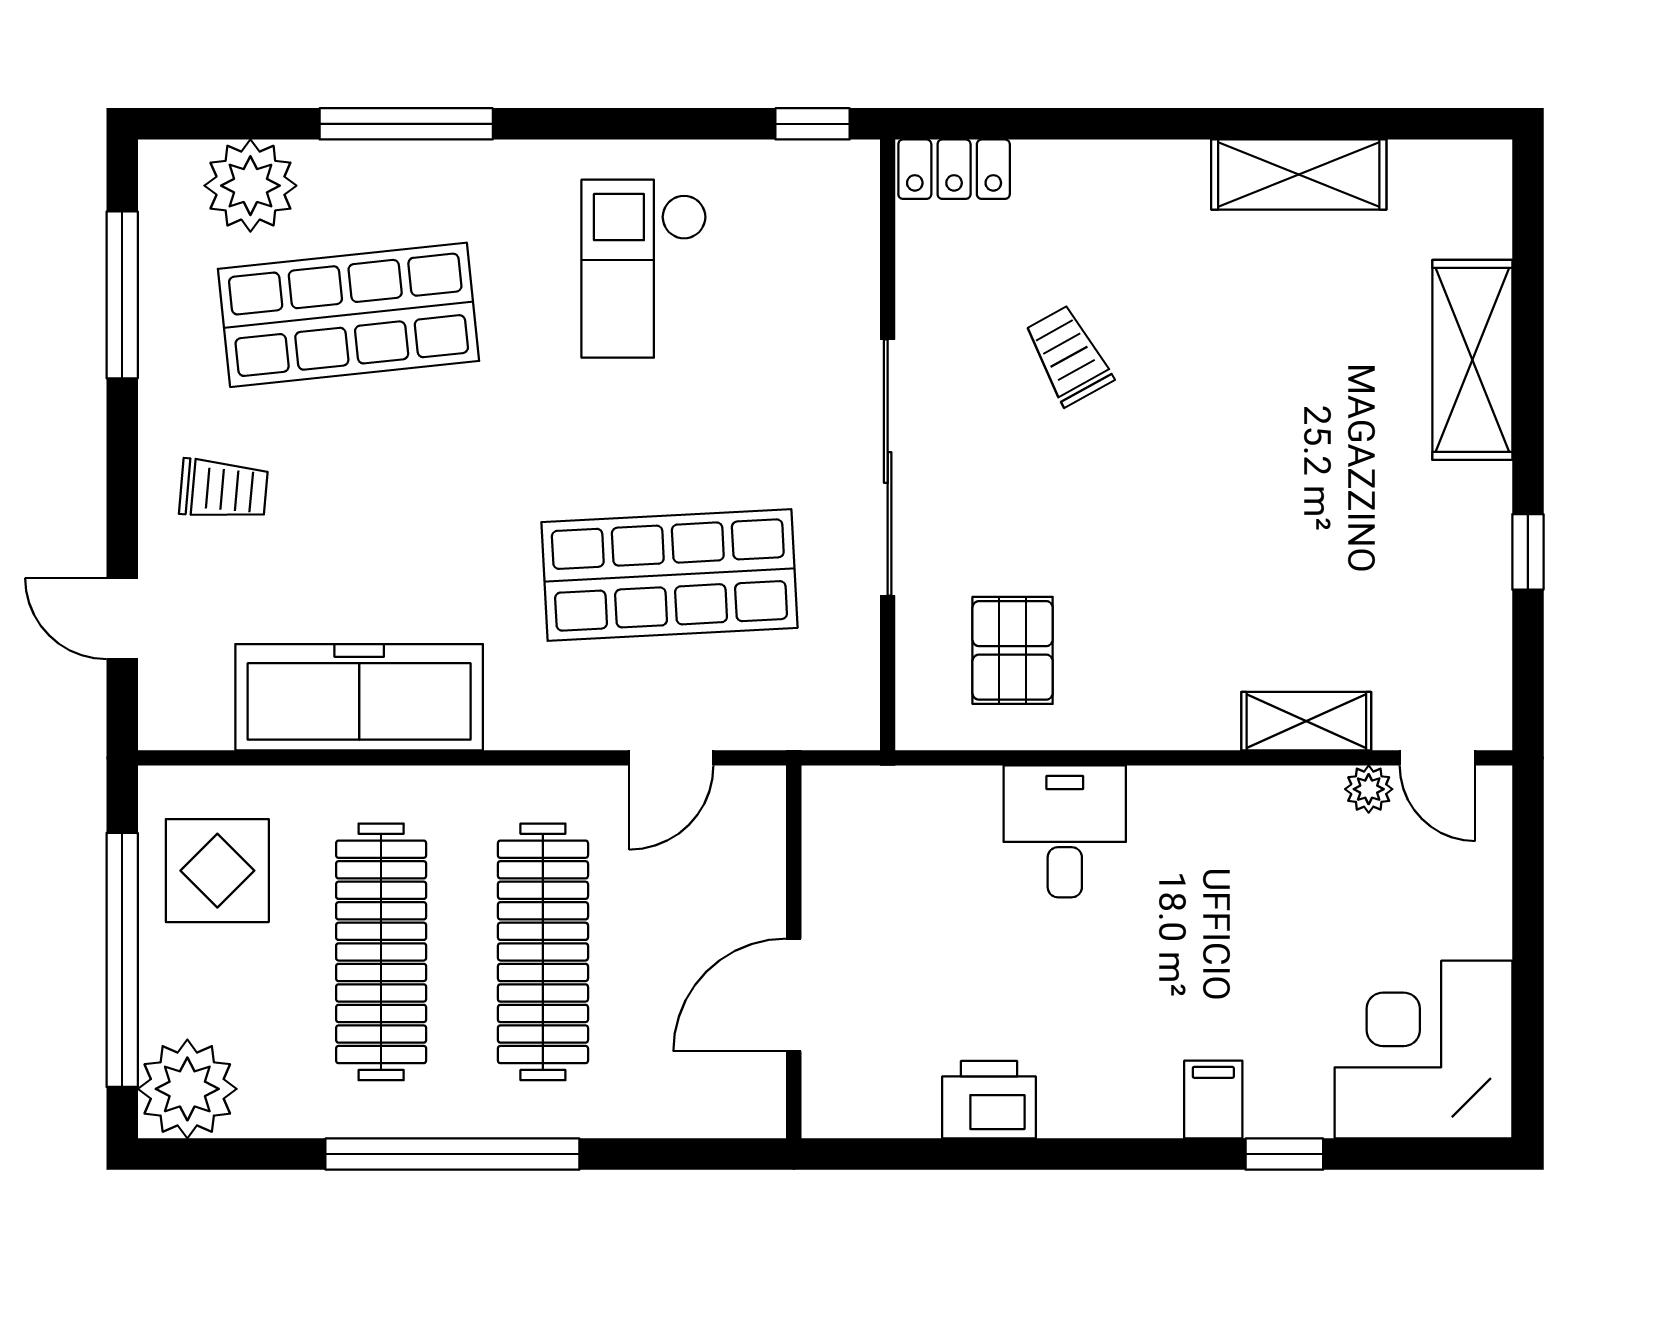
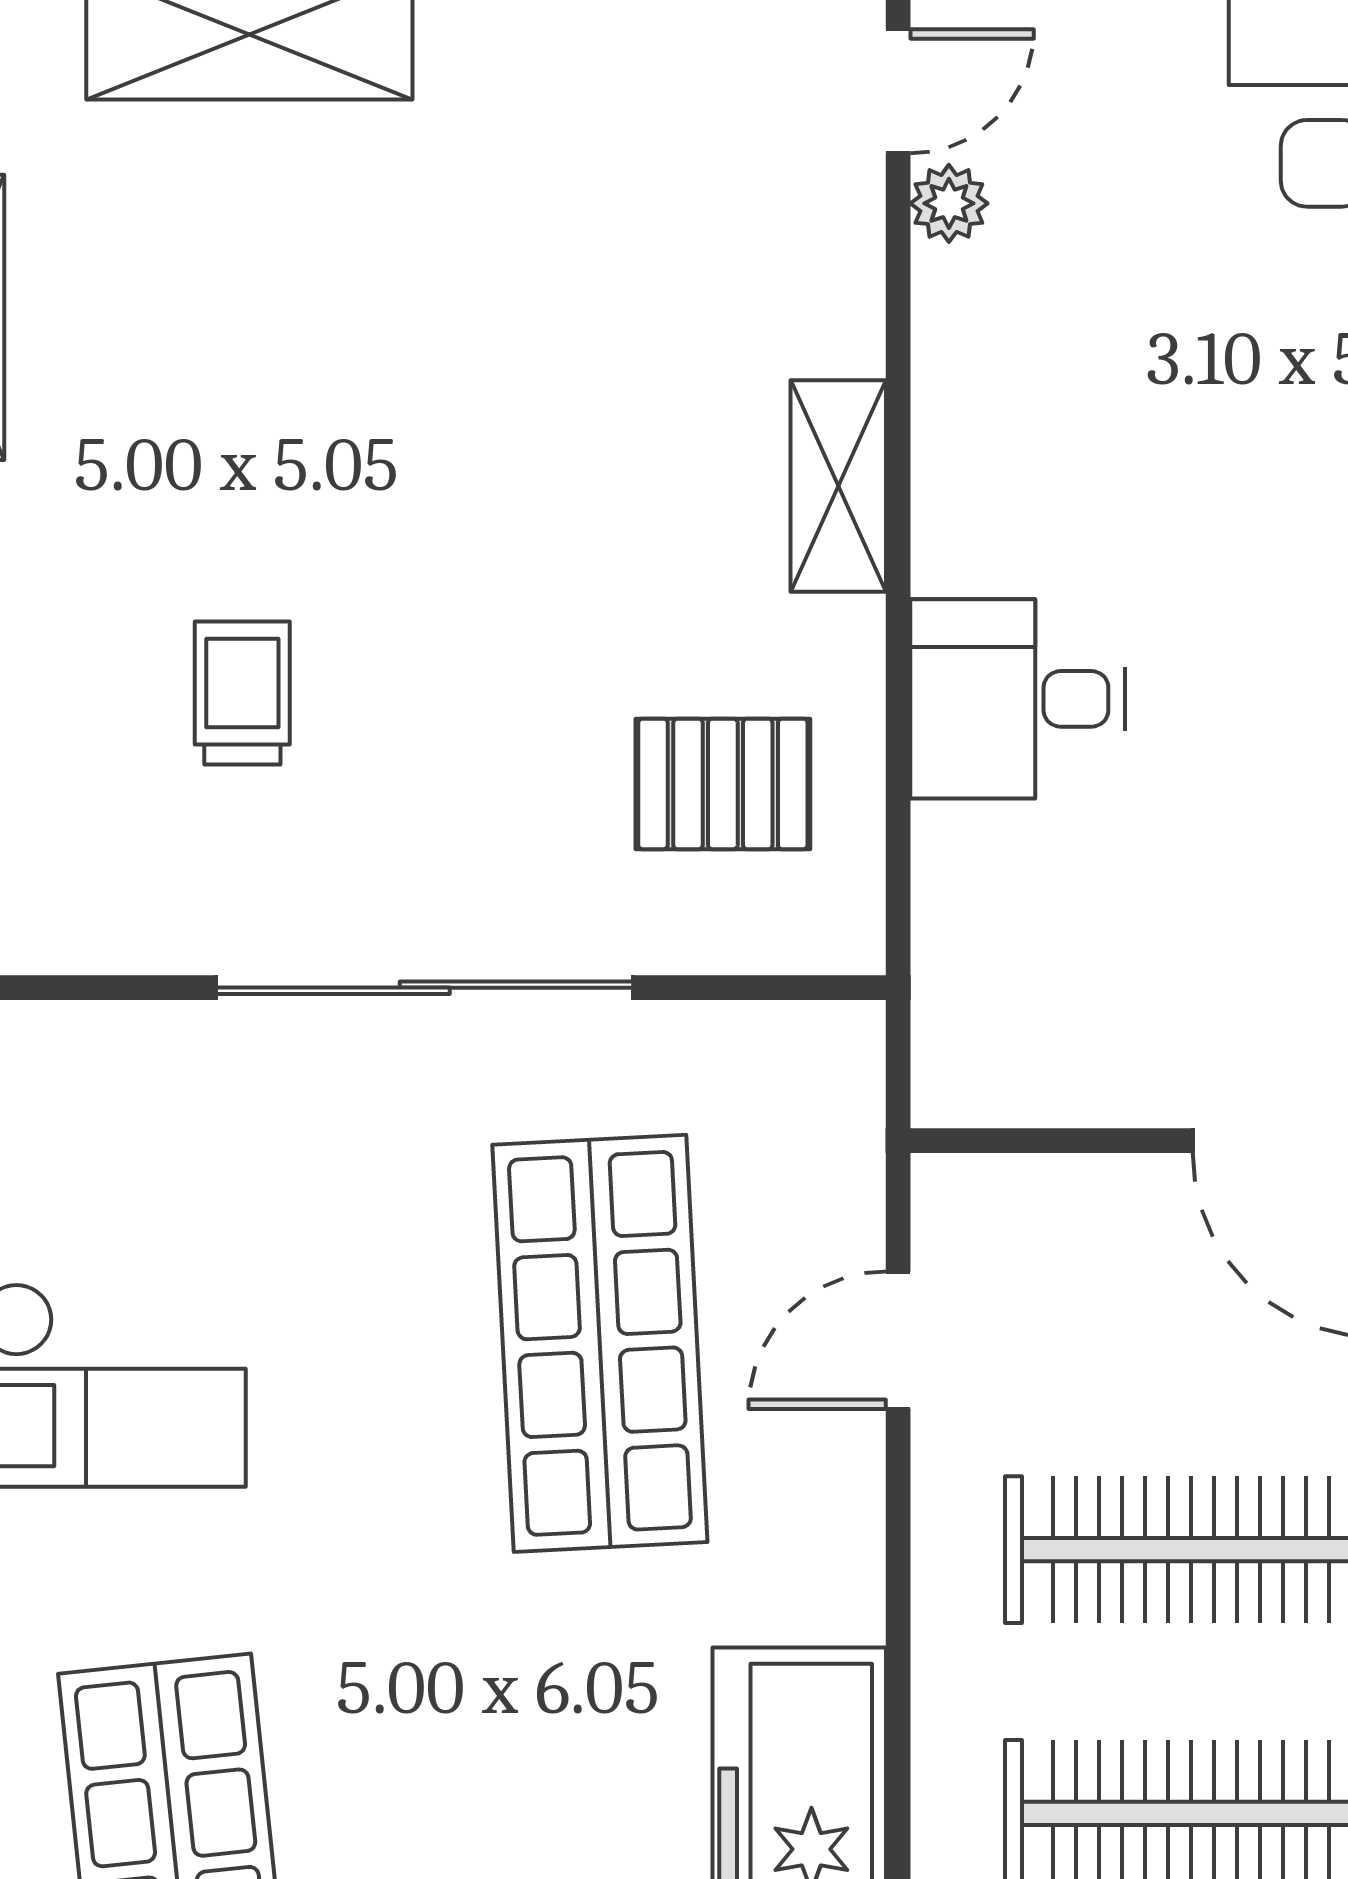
trolley: (1068, 356) -> (242, 693), turned 119
shelving: (1306, 721) -> (838, 486), moved
door: (671, 758) -> (898, 1340), swing flipped

